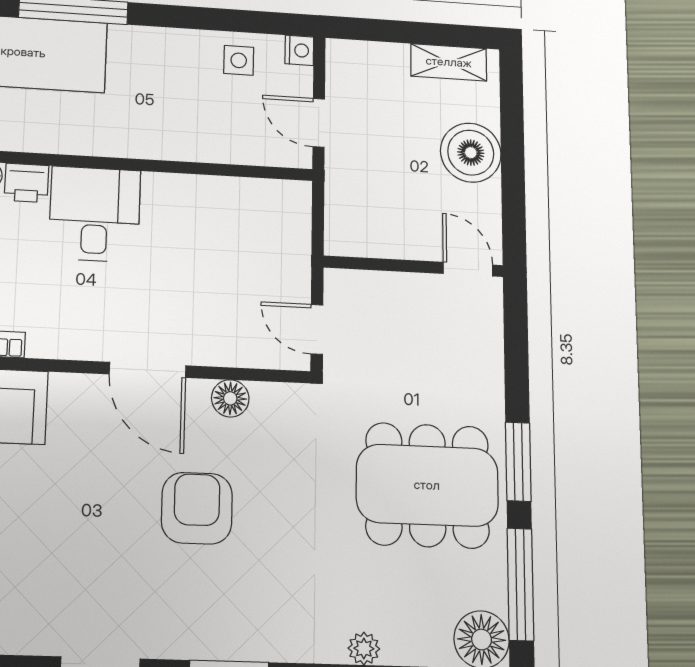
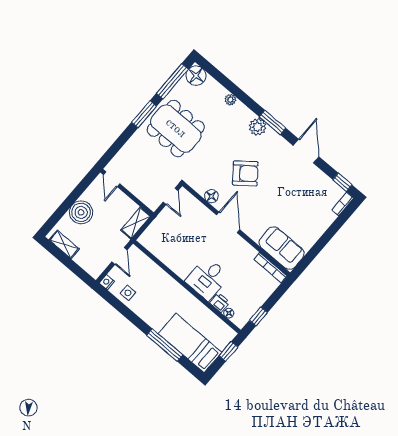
shelving: (343, 216) -> (136, 223), added
armchair: (197, 508) -> (245, 173), turned -128
plant: (254, 636) -> (258, 127), added

